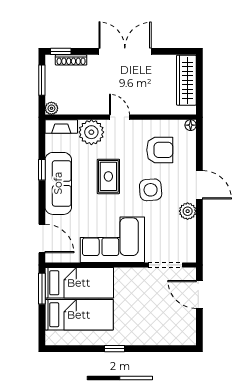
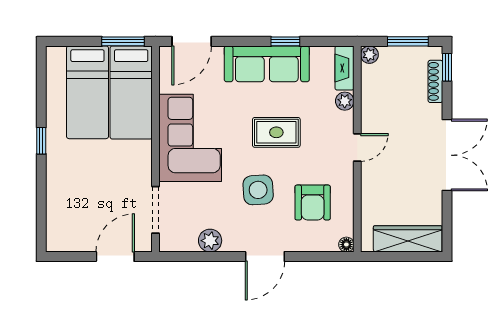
plant: (91, 132) -> (345, 101), width x0.53, depth x0.53
plant: (188, 211) -> (210, 241), moved

